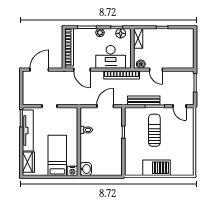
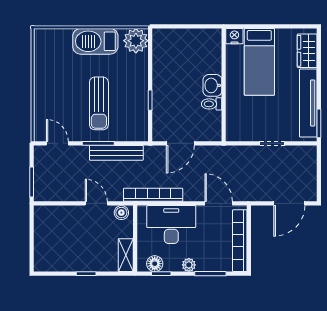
plant: (132, 168) -> (136, 41), added
washbasin: (86, 169) -> (212, 85), moved

